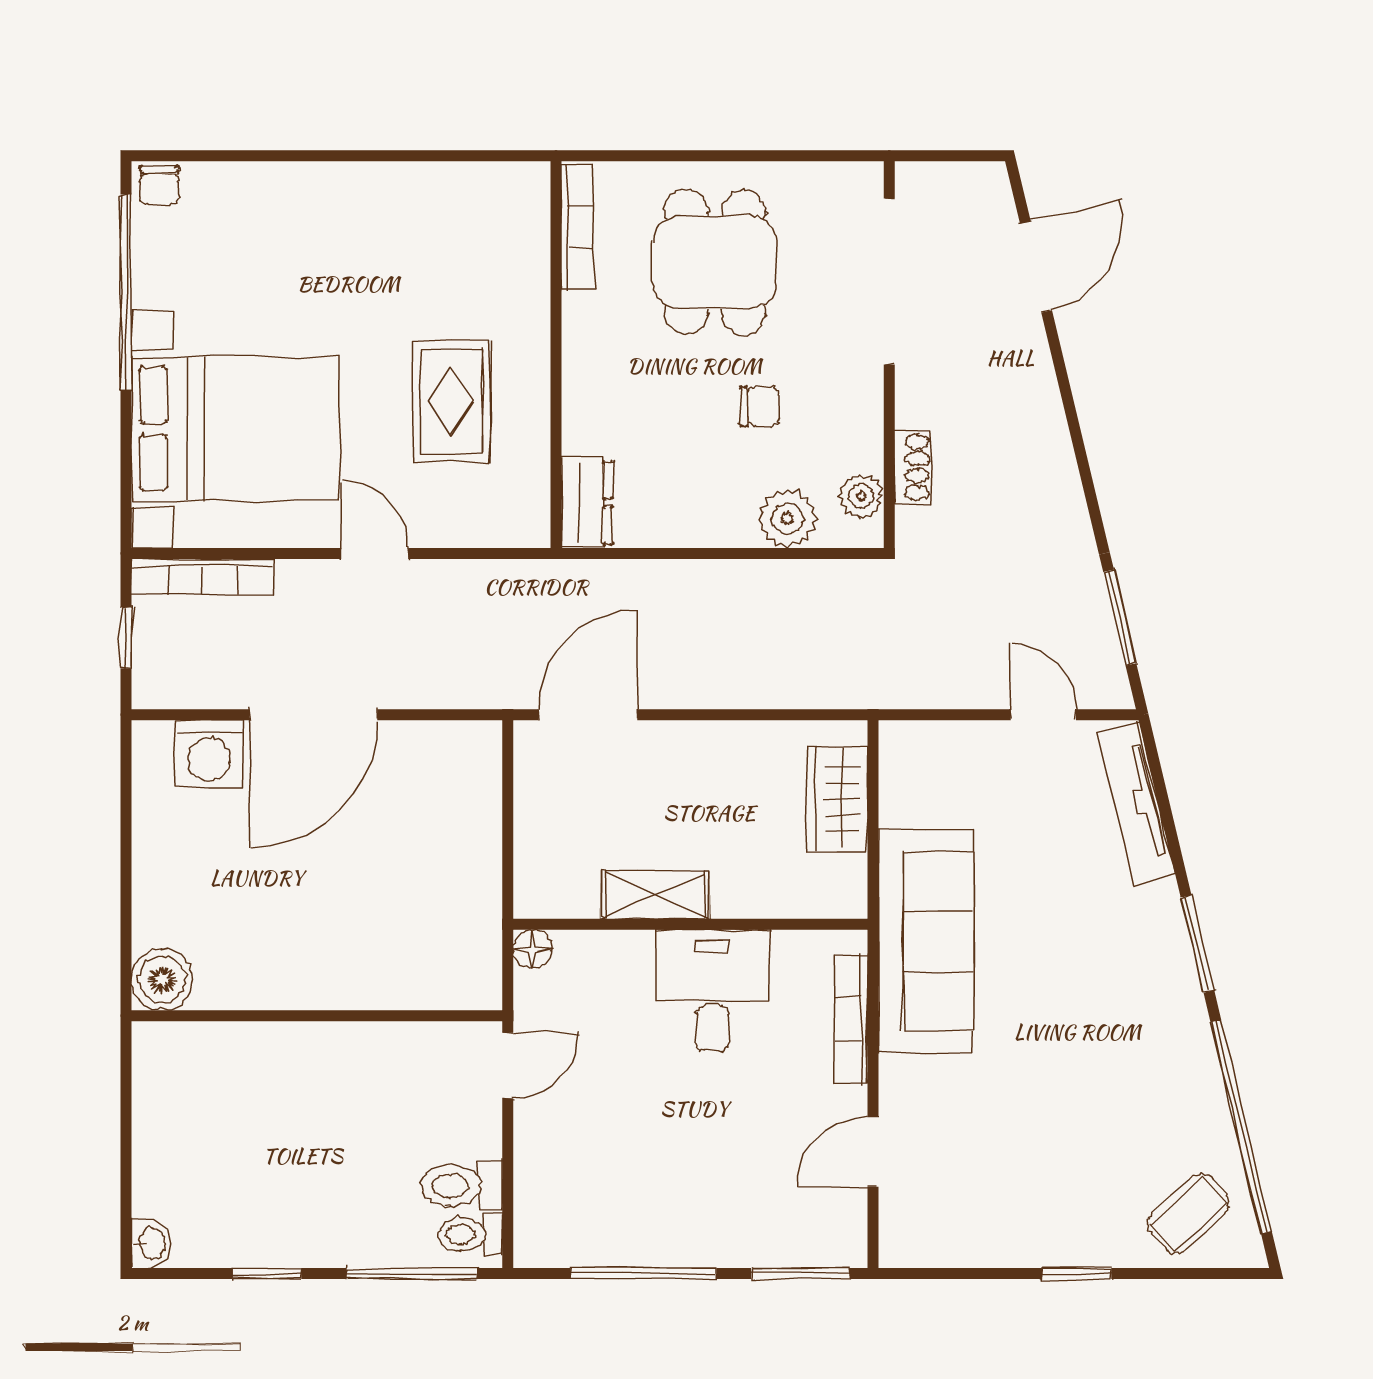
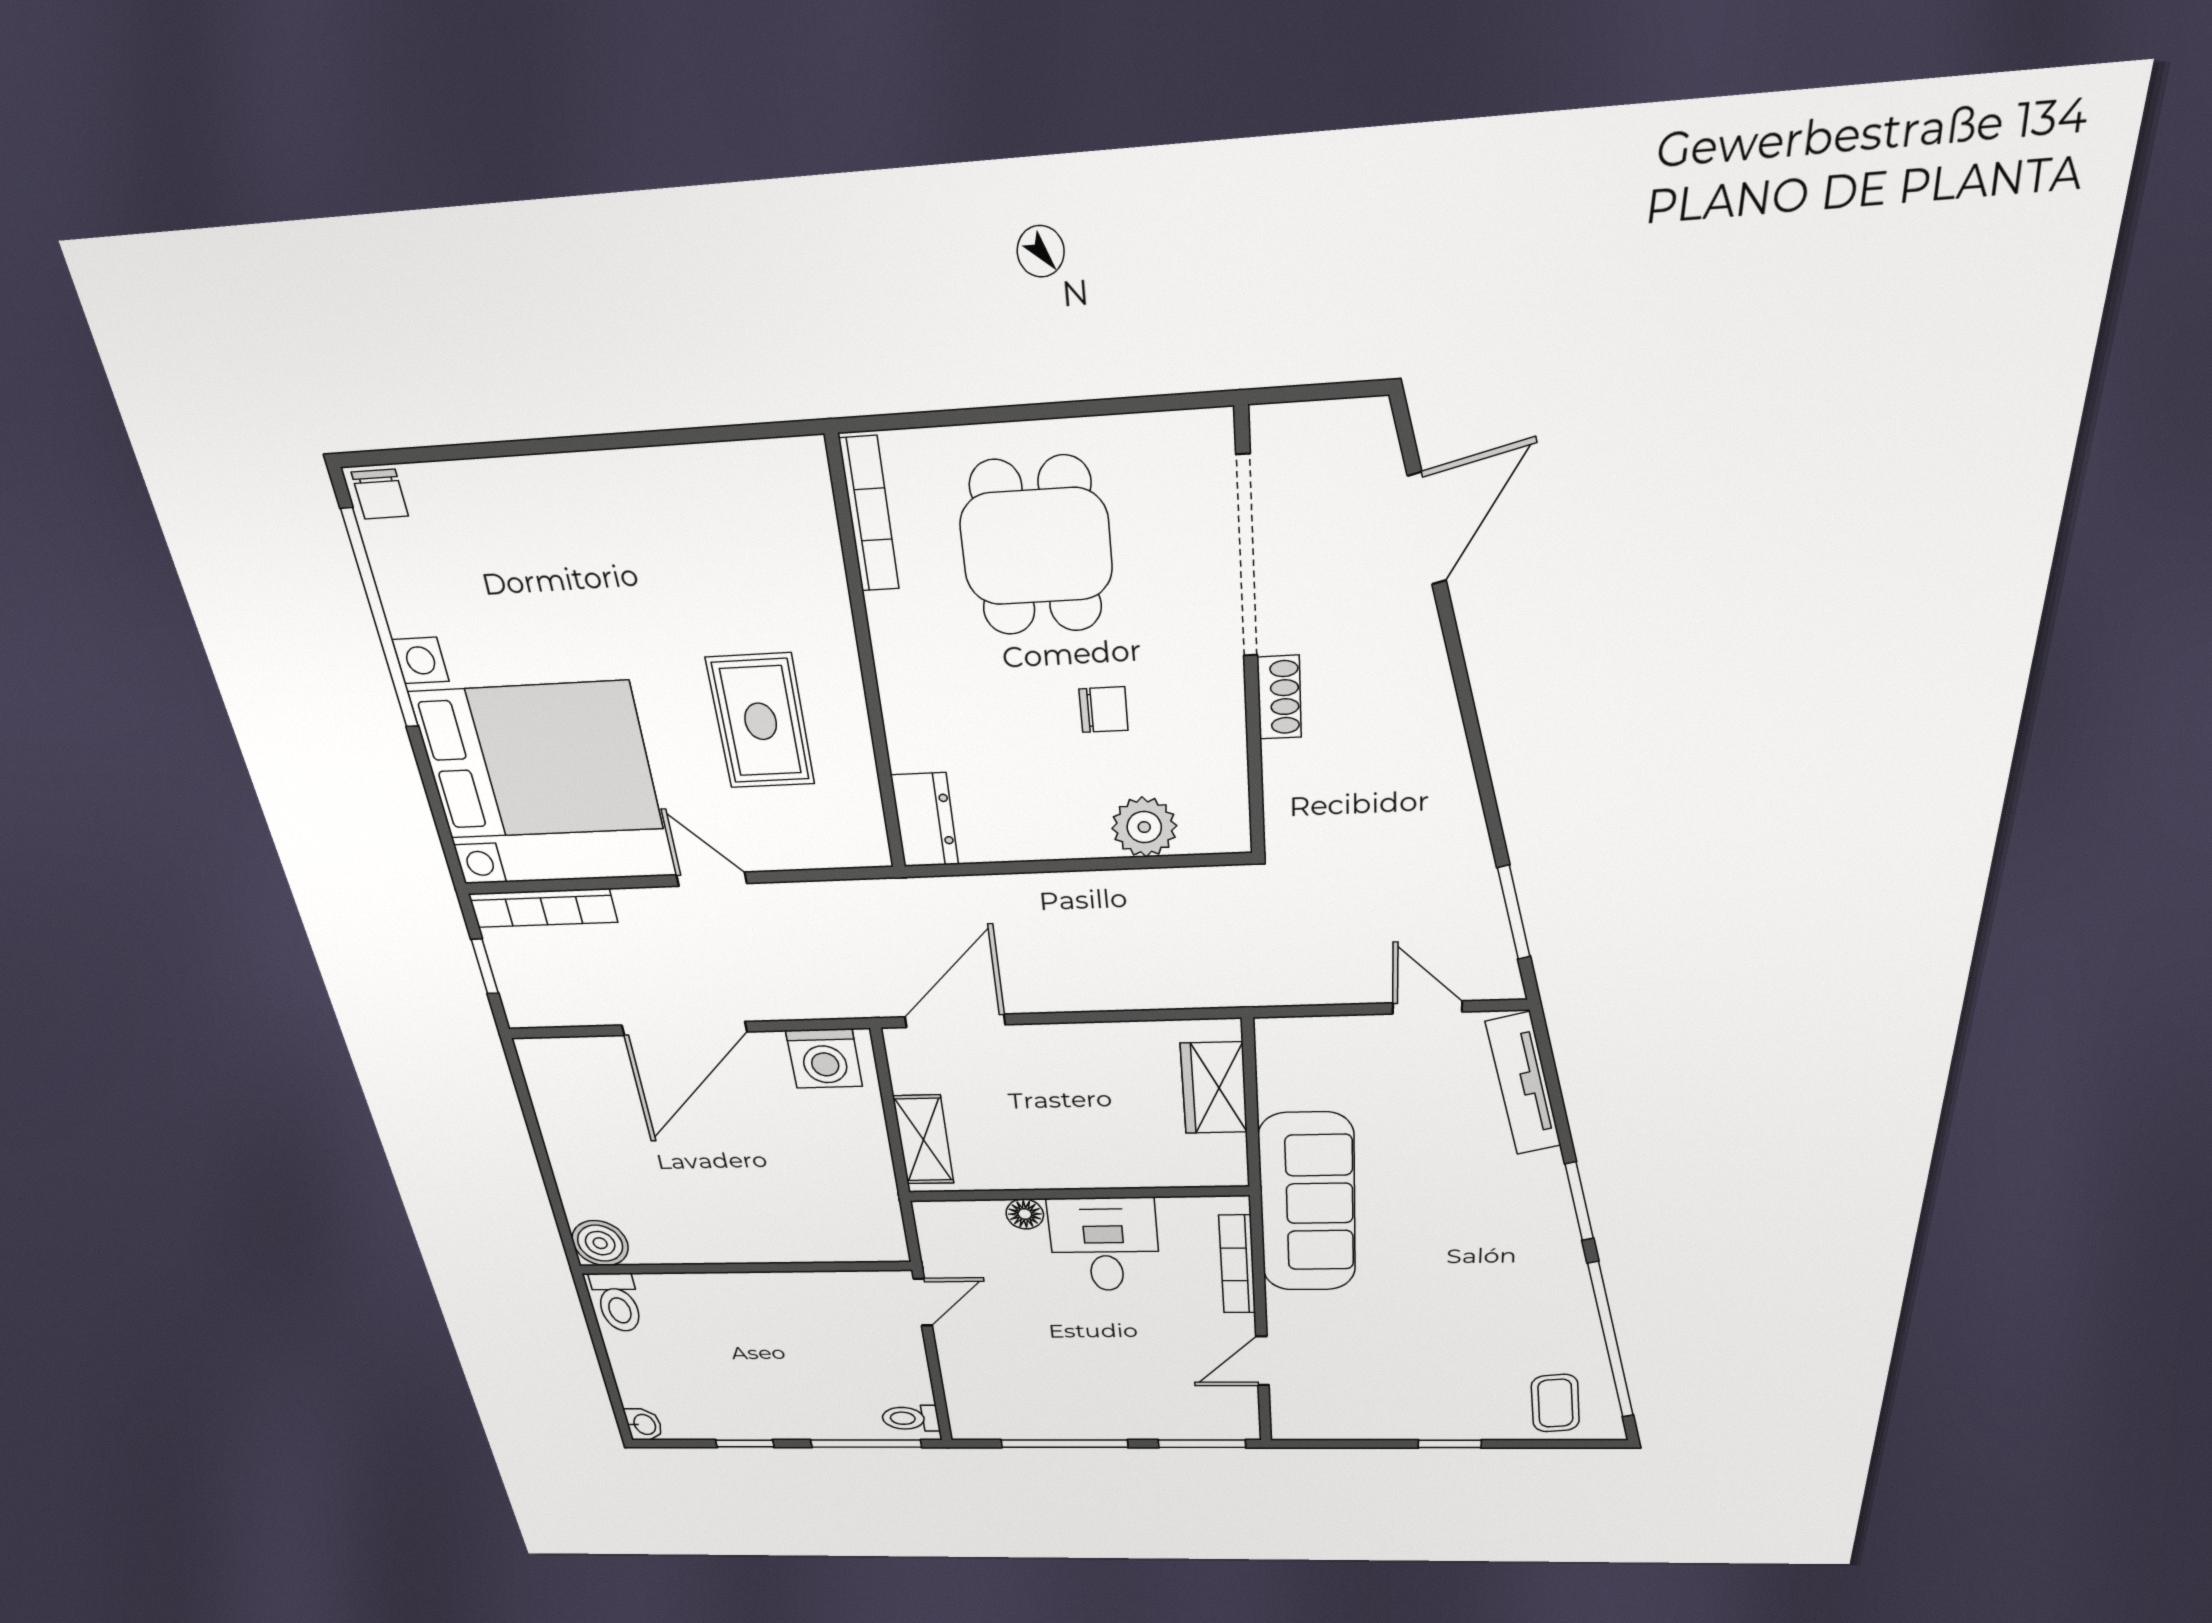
shoe rack: (912, 467) -> (1279, 697), moved
plant: (861, 496) -> (1225, 801), removed
washing machine: (209, 754) -> (824, 1059), moved
shelving: (655, 894) -> (924, 1140), moved, turned 90
floor lamp: (532, 949) -> (1025, 1214), moved
toilet: (461, 1186) -> (618, 1302), moved, turned -90
coffee table: (1188, 1214) -> (1555, 1403), turned -53

